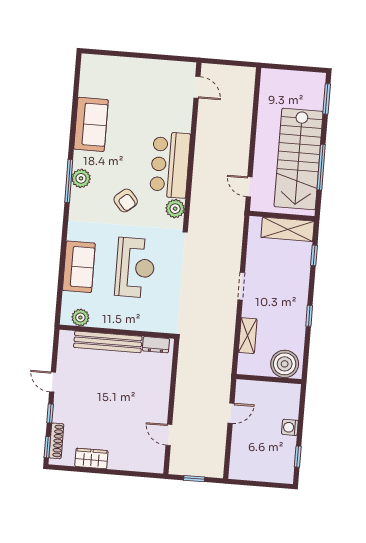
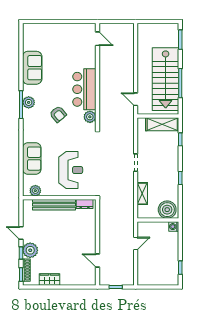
reception desk: (135, 268) -> (71, 170), moved
plant: (65, 410) -> (30, 250), added
washing machine: (290, 427) -> (174, 227), moved

